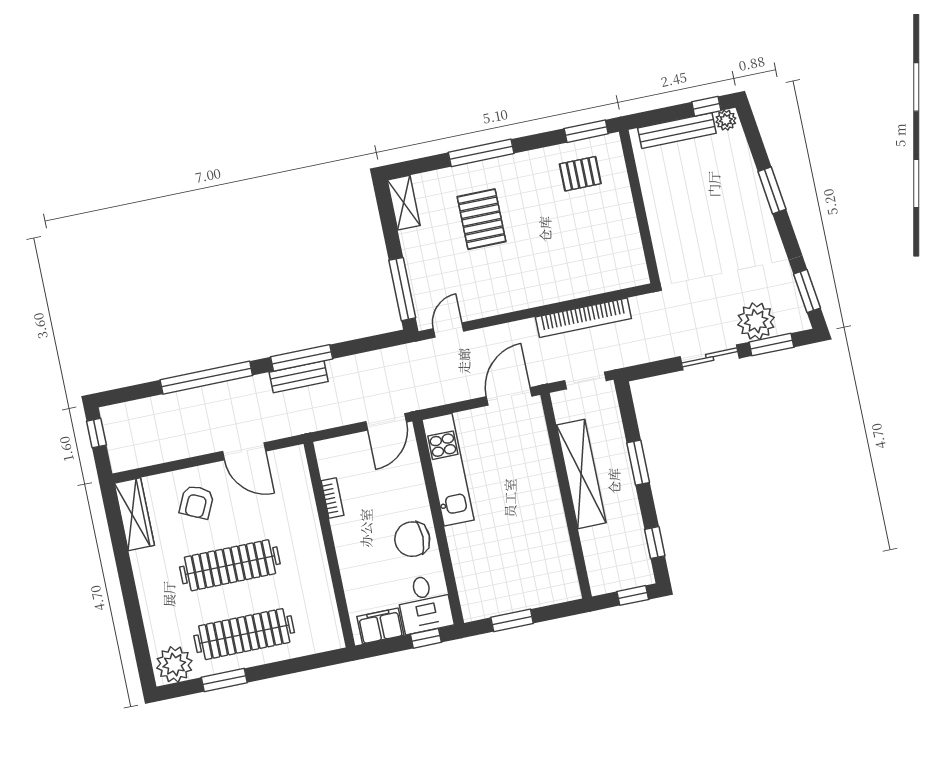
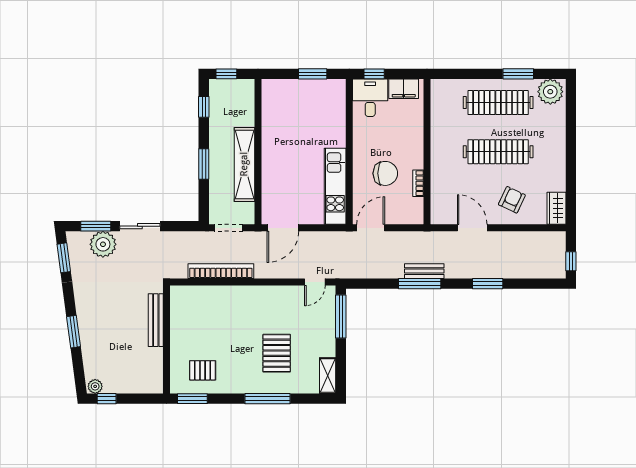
bench: (677, 131) -> (156, 320), moved, turned 90
window: (206, 378) -> (488, 284), width x0.47
wardrobe: (134, 514) -> (556, 208), width x0.67
chair: (412, 539) -> (385, 173), moved

